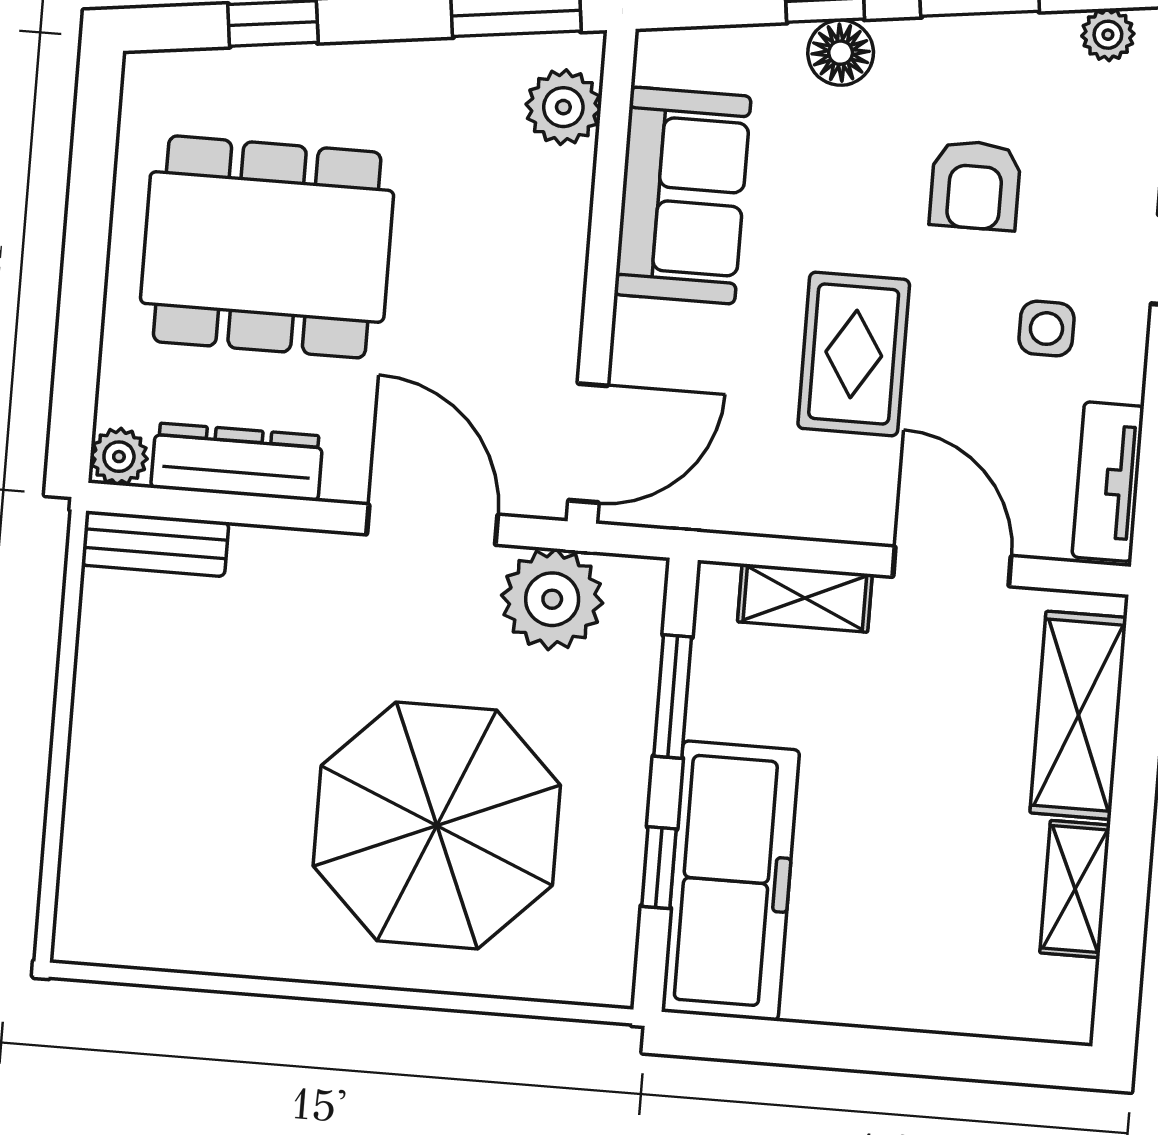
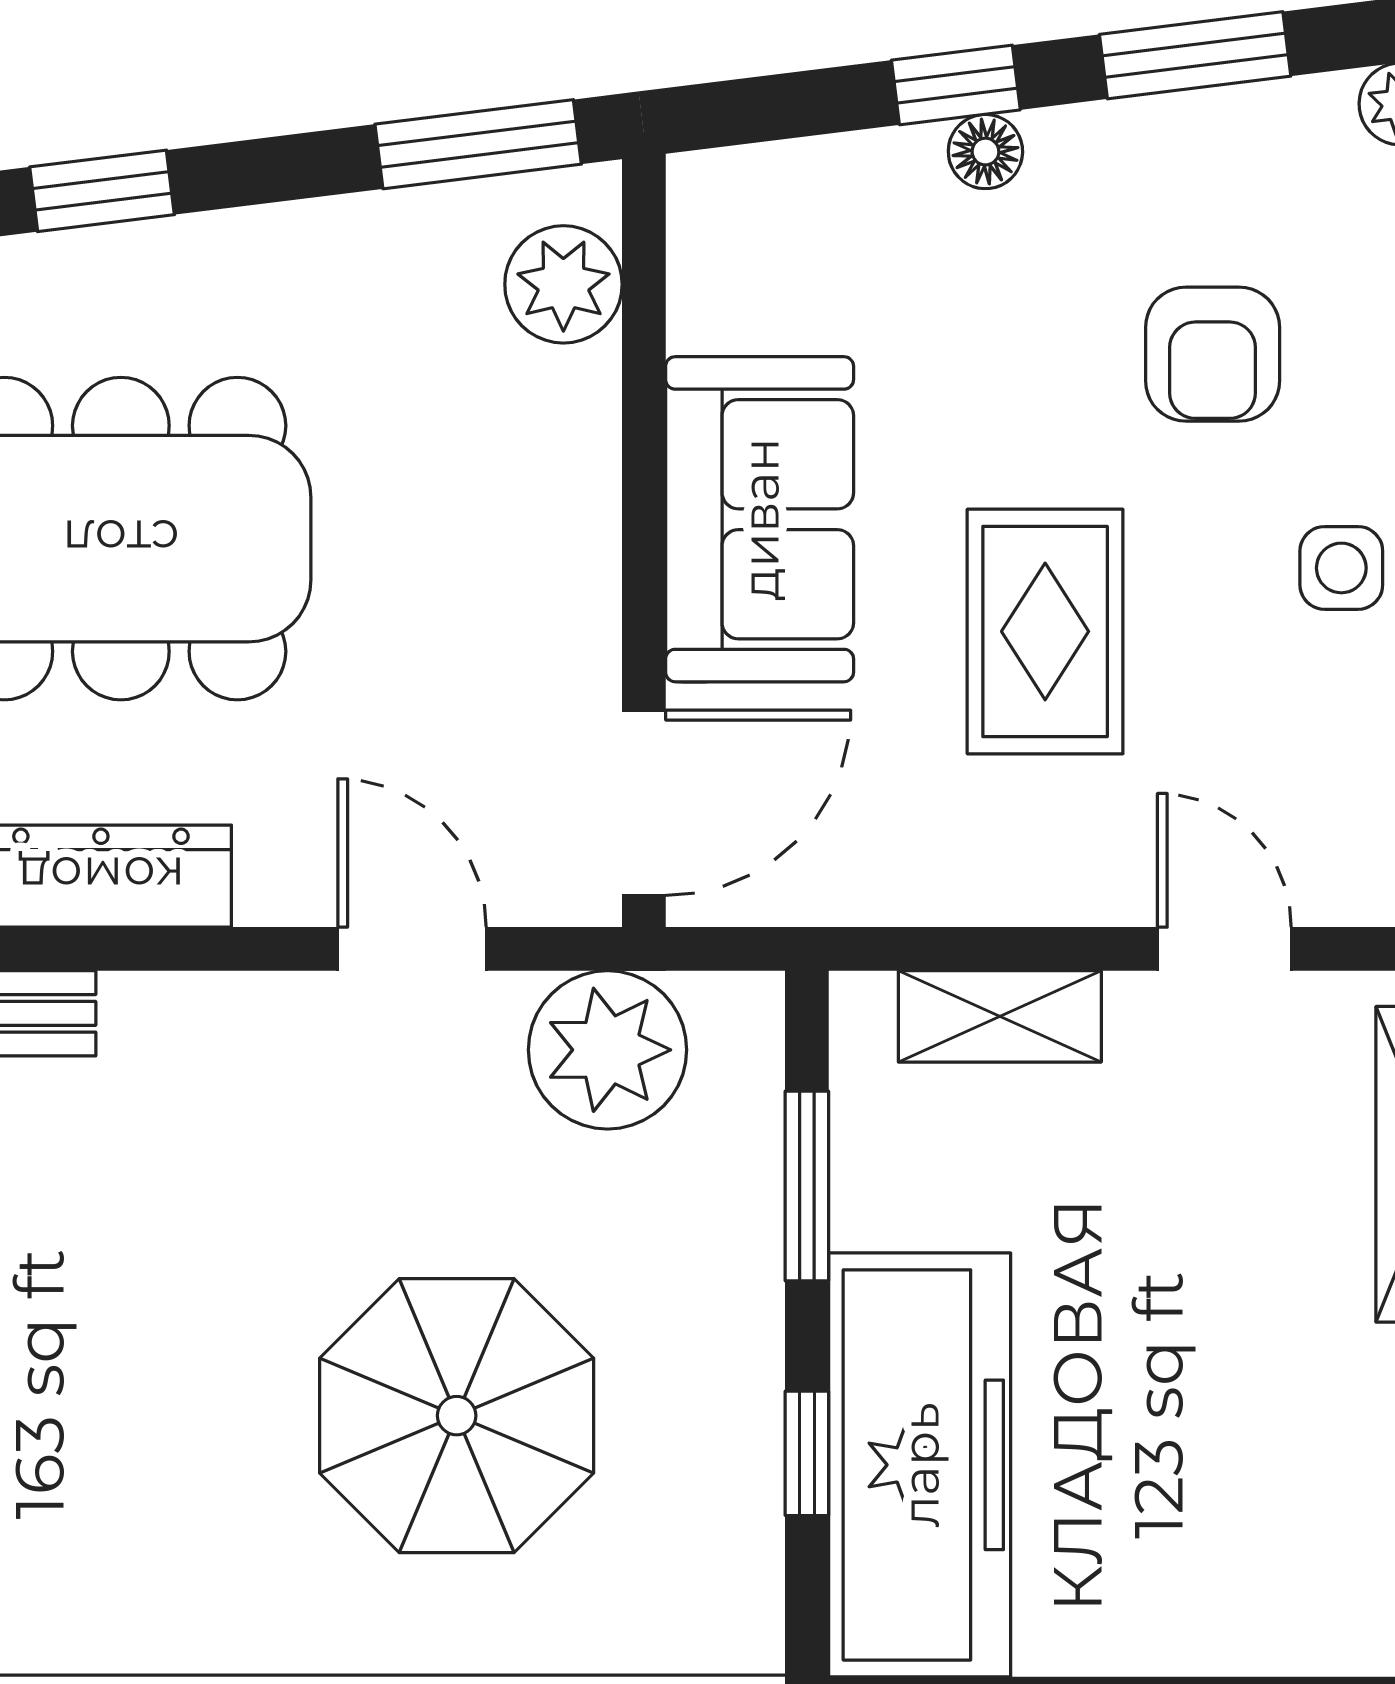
floor lamp: (841, 53) -> (985, 152), width x0.73, depth x0.73
sofa: (683, 195) -> (760, 519), moved
door: (432, 525) -> (412, 949), width x0.73
door: (952, 566) -> (1224, 949), width x0.73
parasol: (437, 825) -> (457, 1416), width x0.73, depth x0.73

